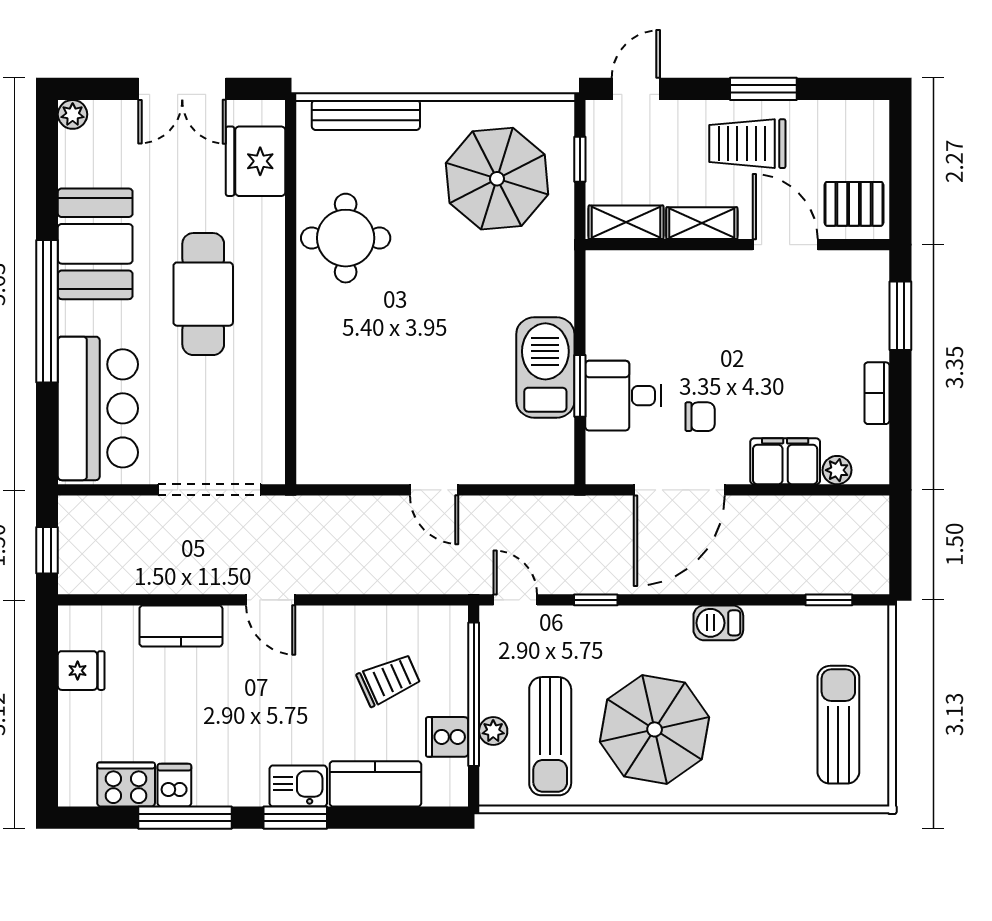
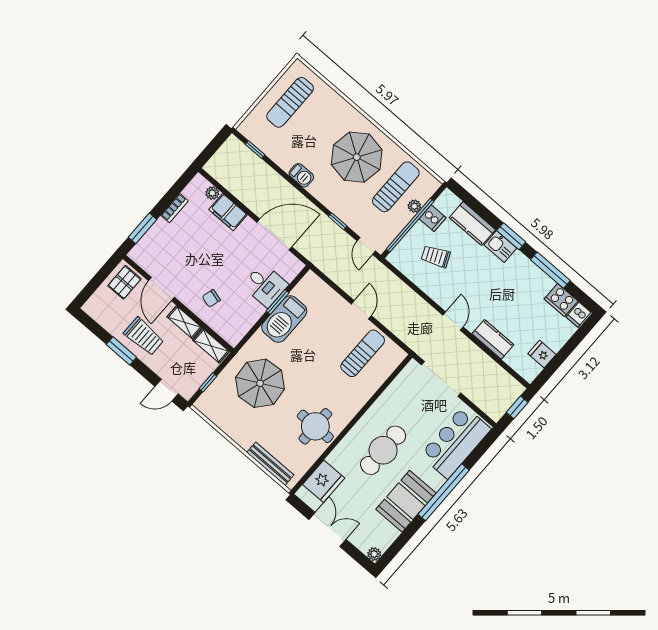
parasol: (497, 179) -> (260, 383), moved
pallet: (854, 204) -> (124, 282), turned 90
chair: (700, 417) -> (211, 298), moved, turned -74
sun lounger: (371, 422) -> (363, 353), added
dishwasher: (174, 785) -> (578, 315), moved

